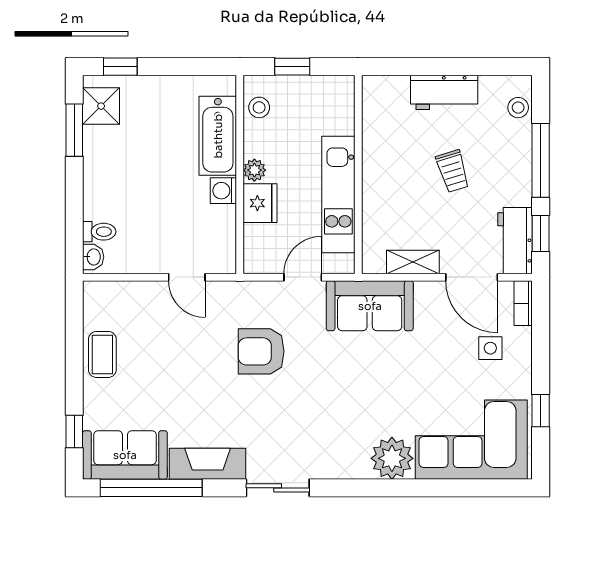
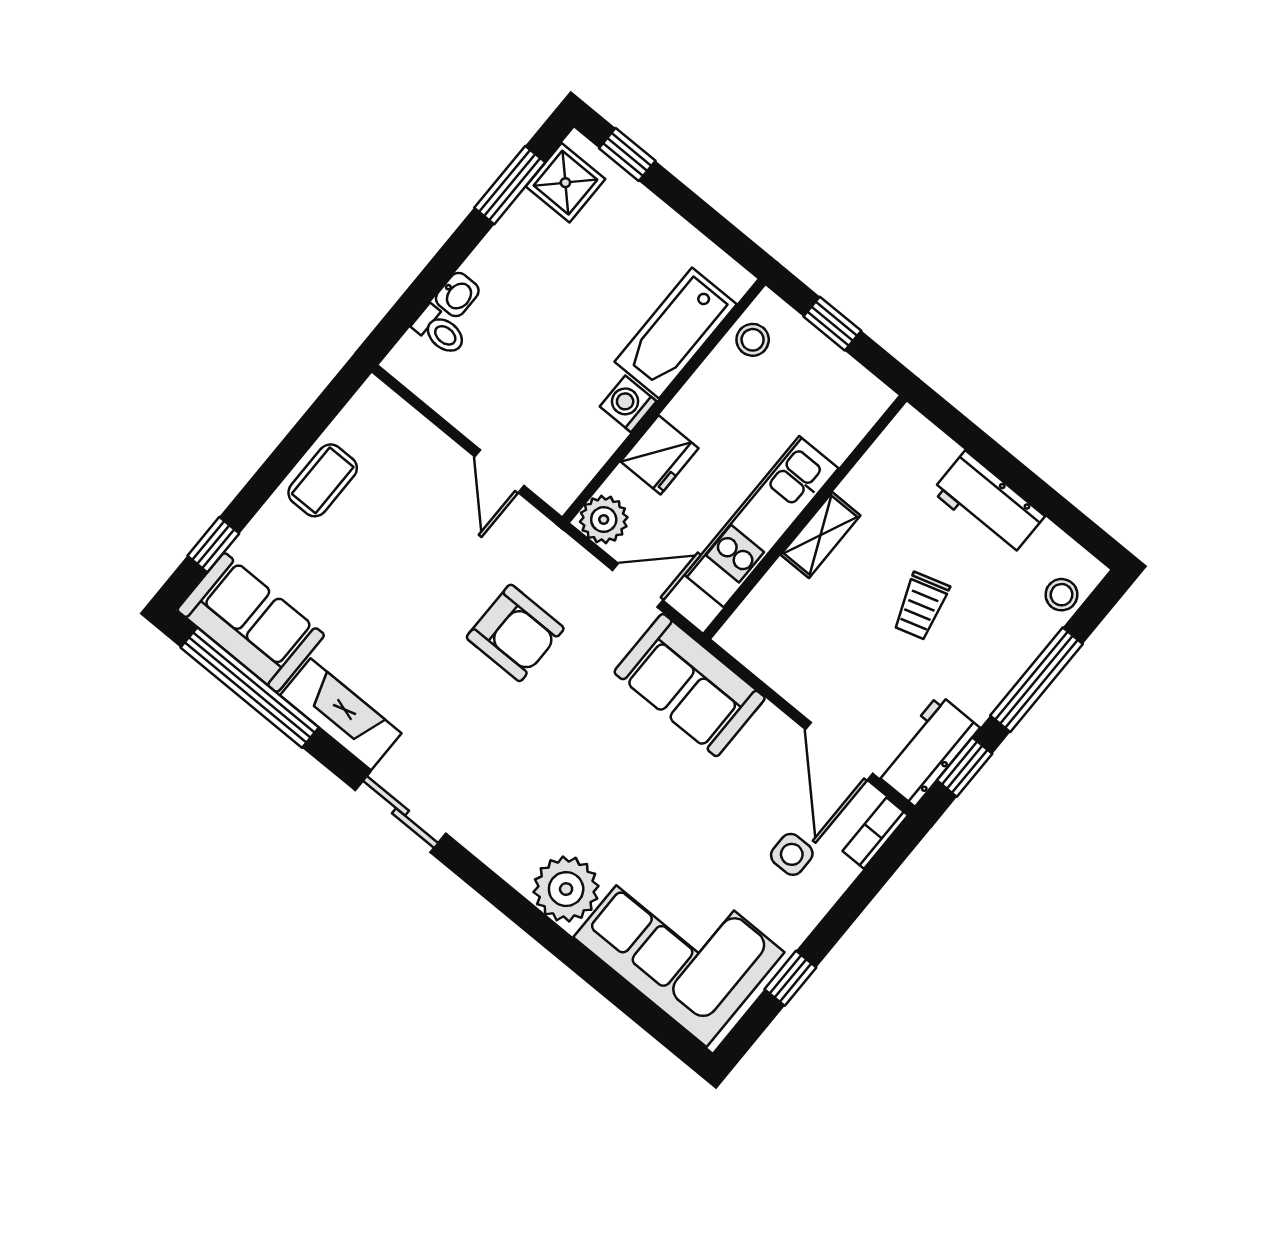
plant: (254, 170) -> (604, 520), moved, width x1.38, depth x1.38
washbasin: (93, 257) -> (457, 295), moved
shelving: (413, 262) -> (821, 535), moved, turned 90
armchair: (261, 351) -> (515, 633), turned 180

